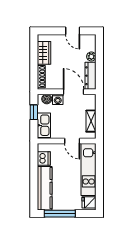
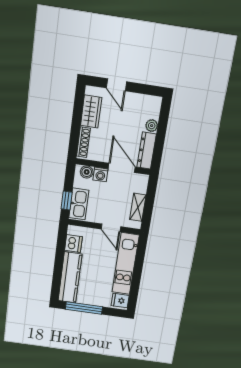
door: (73, 31) -> (116, 85), moved
window: (34, 112) -> (67, 201), moved

